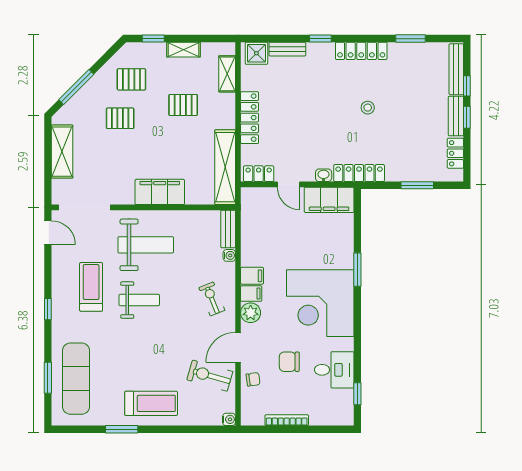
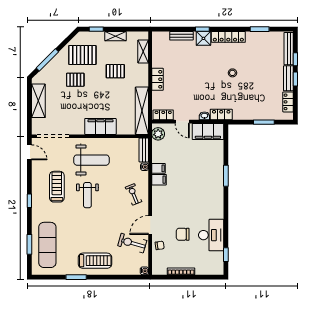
shower: (256, 53) -> (203, 38), moved
pallet: (131, 79) -> (82, 55), width x1.50, depth x1.42
locker: (250, 118) -> (157, 79), width x0.66
locker: (359, 173) -> (221, 114), width x0.66
filing cabinet: (251, 294) -> (158, 168), moved
weight bench: (139, 300) -> (87, 195), turned 90
corner desk: (320, 303) -> (202, 197), removed
plant: (251, 313) -> (158, 134), moved
desk: (334, 370) -> (211, 235), width x1.37

